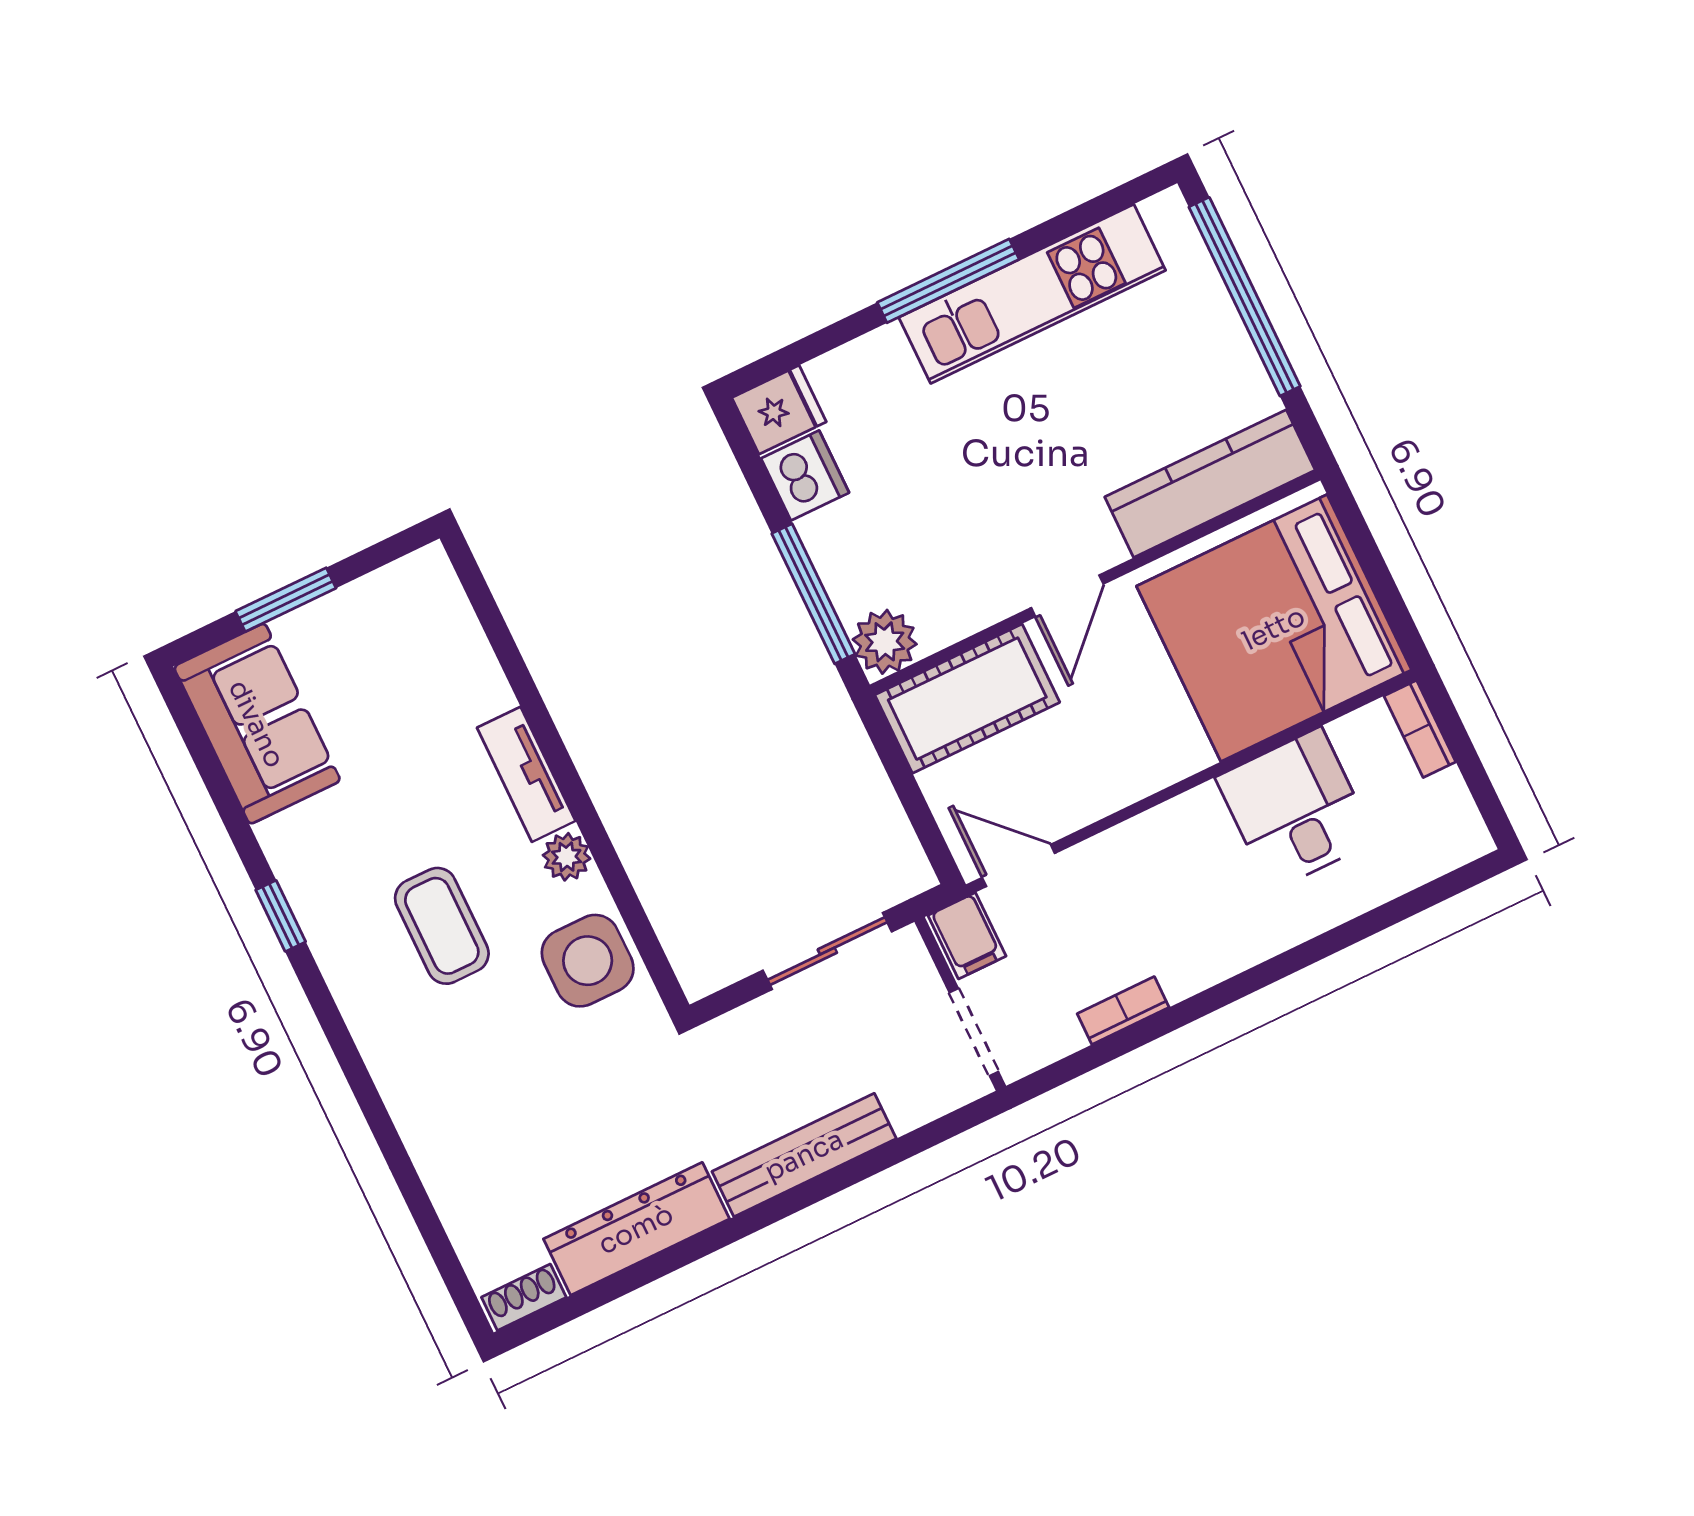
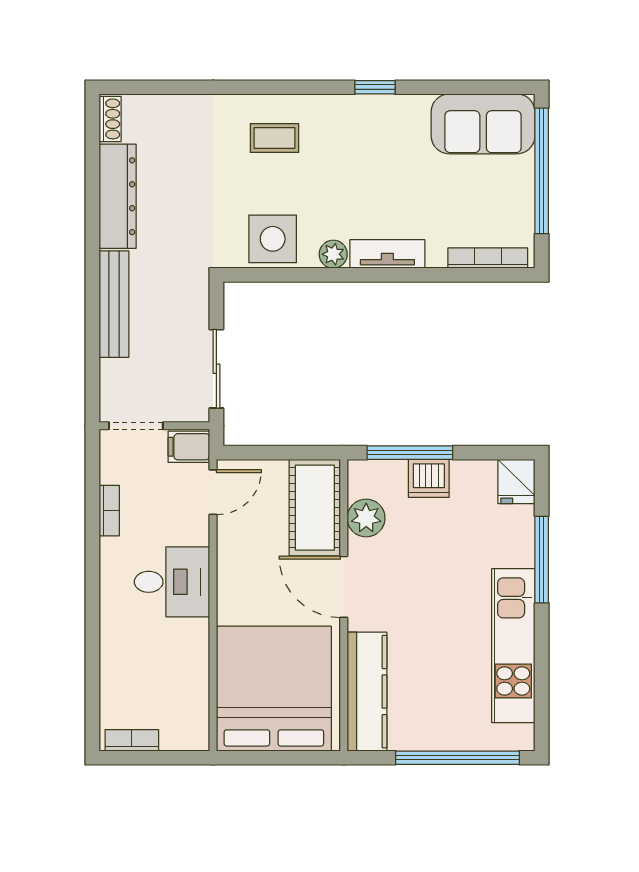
window: (948, 281) -> (542, 560), moved
dishwasher: (805, 476) -> (429, 478), moved
door: (1067, 596) -> (344, 587), width x1.38
window: (286, 600) -> (542, 171), width x2.11
bookcase: (459, 618) -> (488, 258), added
plant: (885, 642) -> (366, 518), moved
bookcase: (1420, 729) -> (132, 740), moved
desk: (1296, 809) -> (172, 582), moved
coffee table: (442, 926) -> (274, 138), moved, width x0.73, depth x0.77

